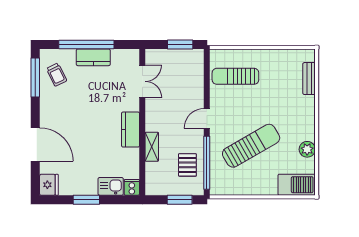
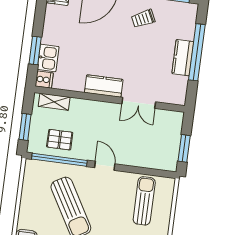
trolley: (57, 75) -> (143, 19), moved
double door: (142, 81) -> (139, 103), moved
shelving: (152, 147) -> (54, 102), moved
window: (86, 200) -> (35, 51), moved

